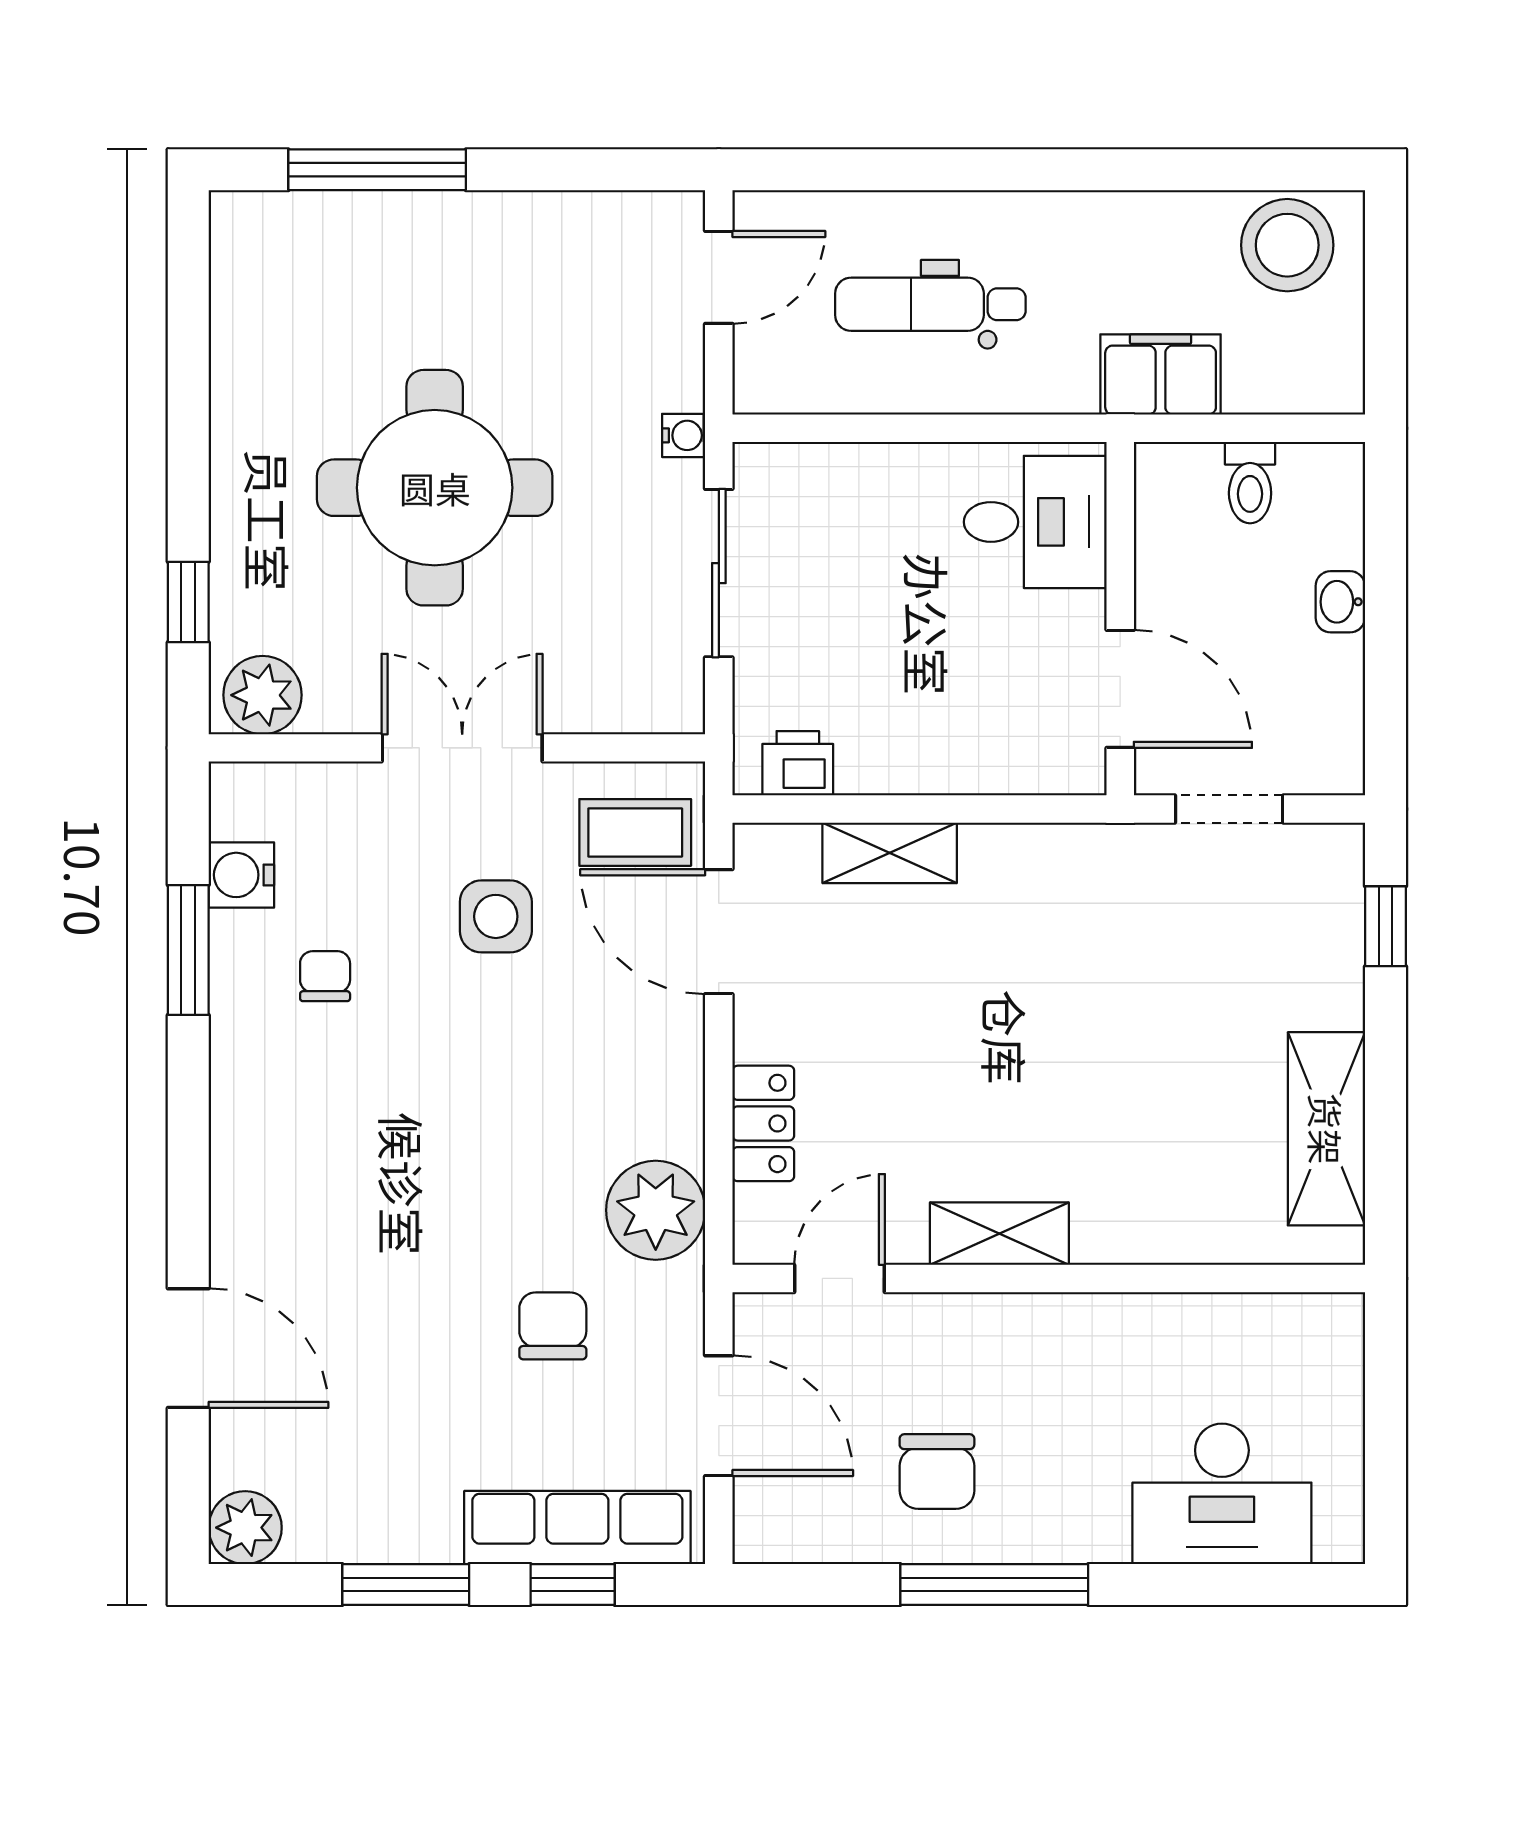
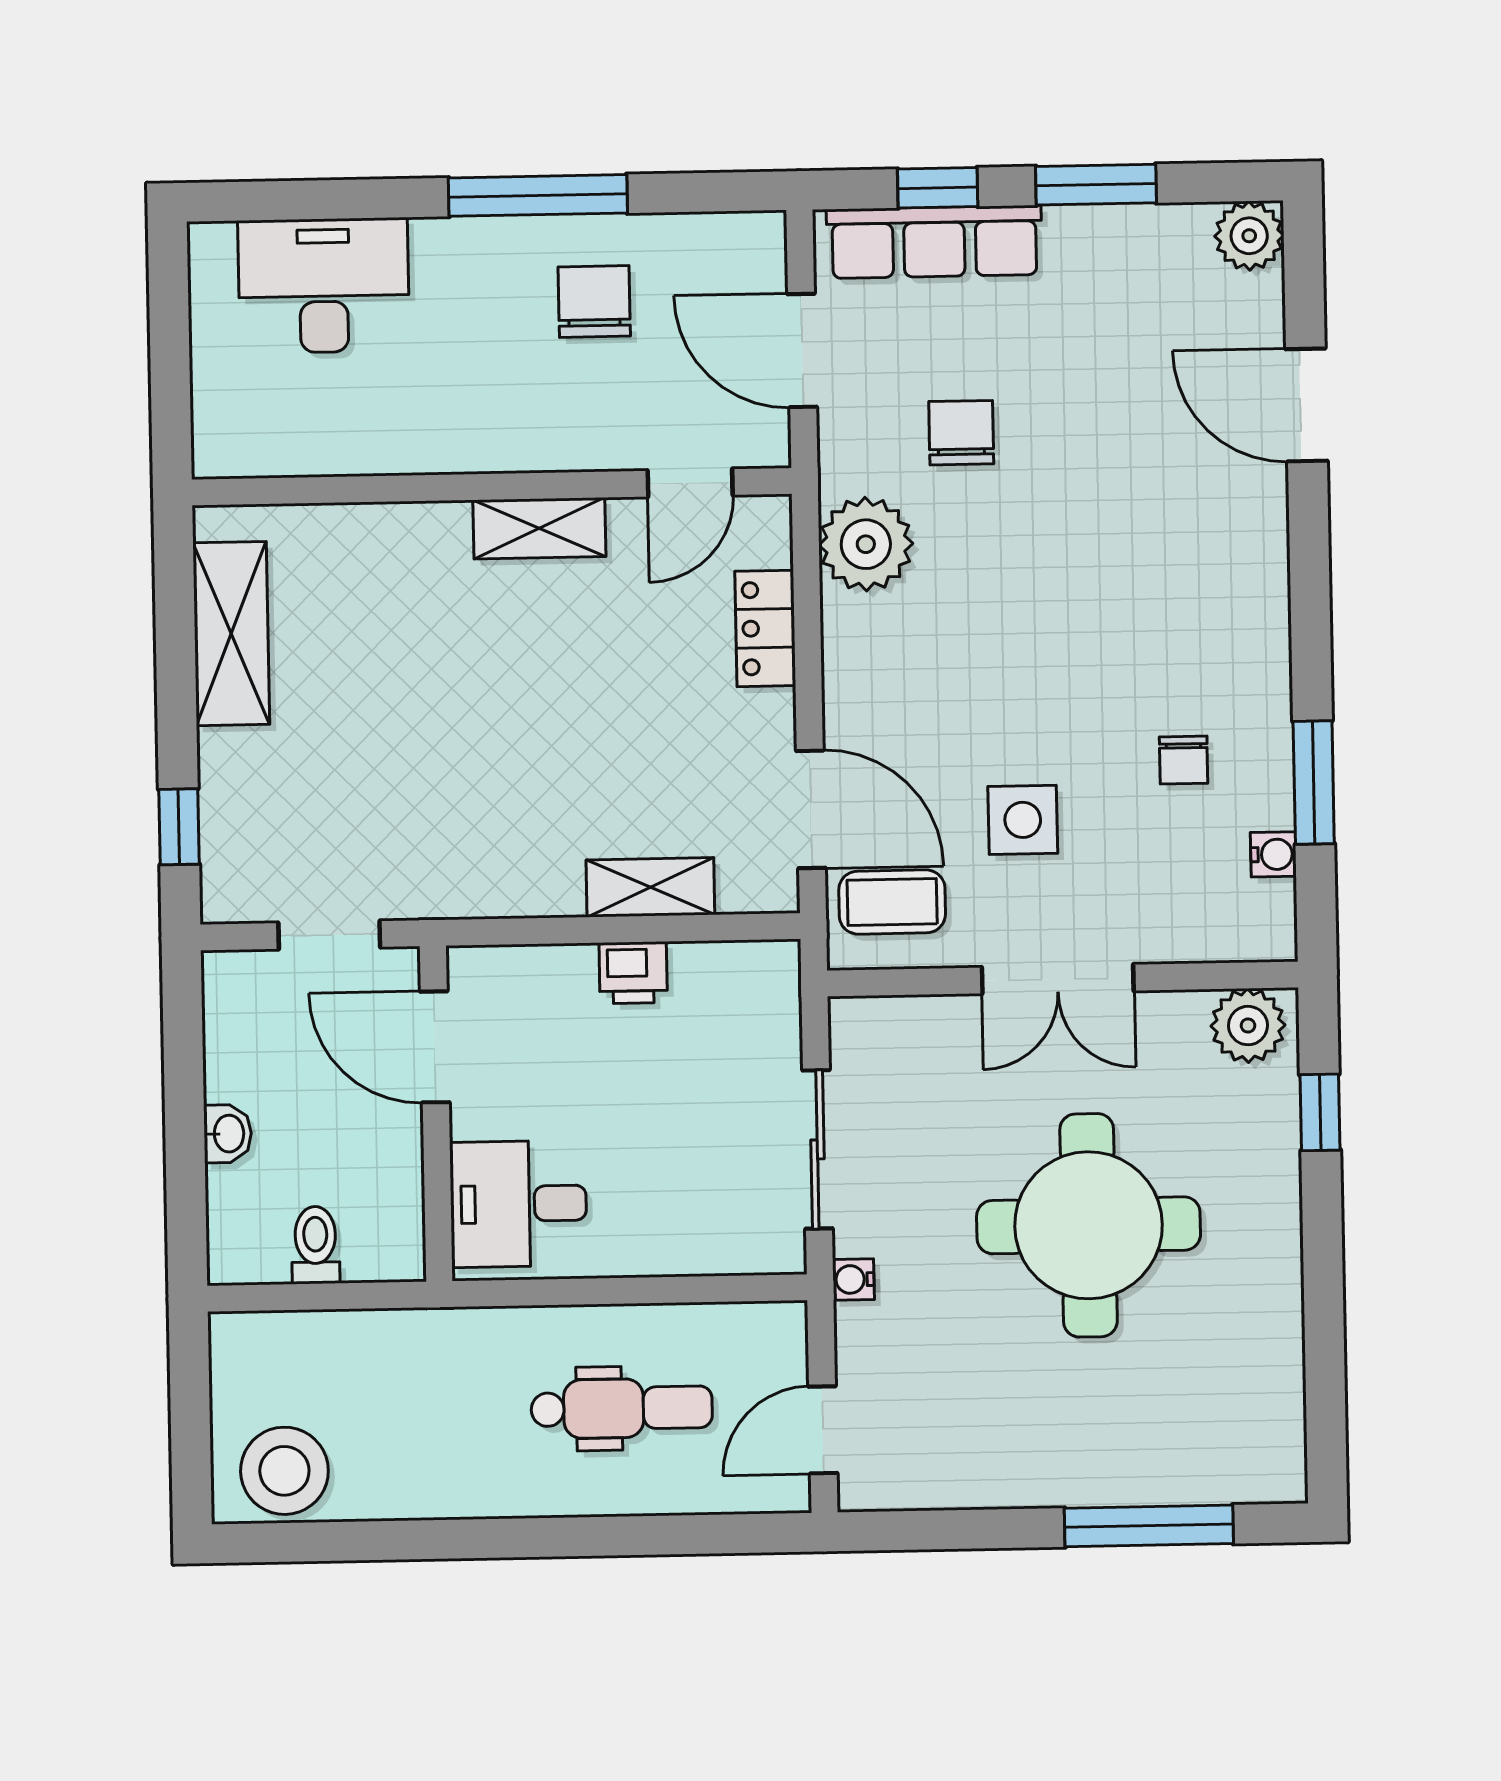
filing cabinet: (1161, 374) -> (402, 1346), removed
printer: (798, 763) -> (633, 973), moved
water cooler: (241, 875) -> (1273, 854), width x0.72, depth x0.72
chair: (553, 1326) -> (961, 433), turned 180

